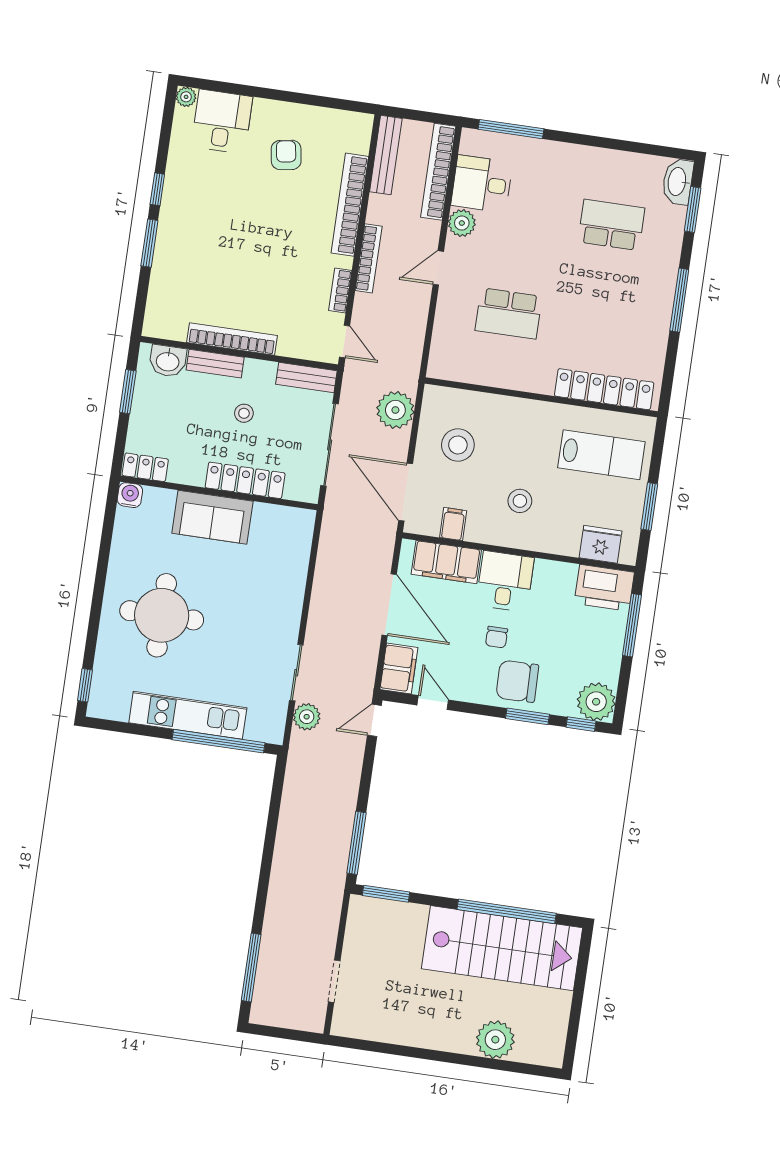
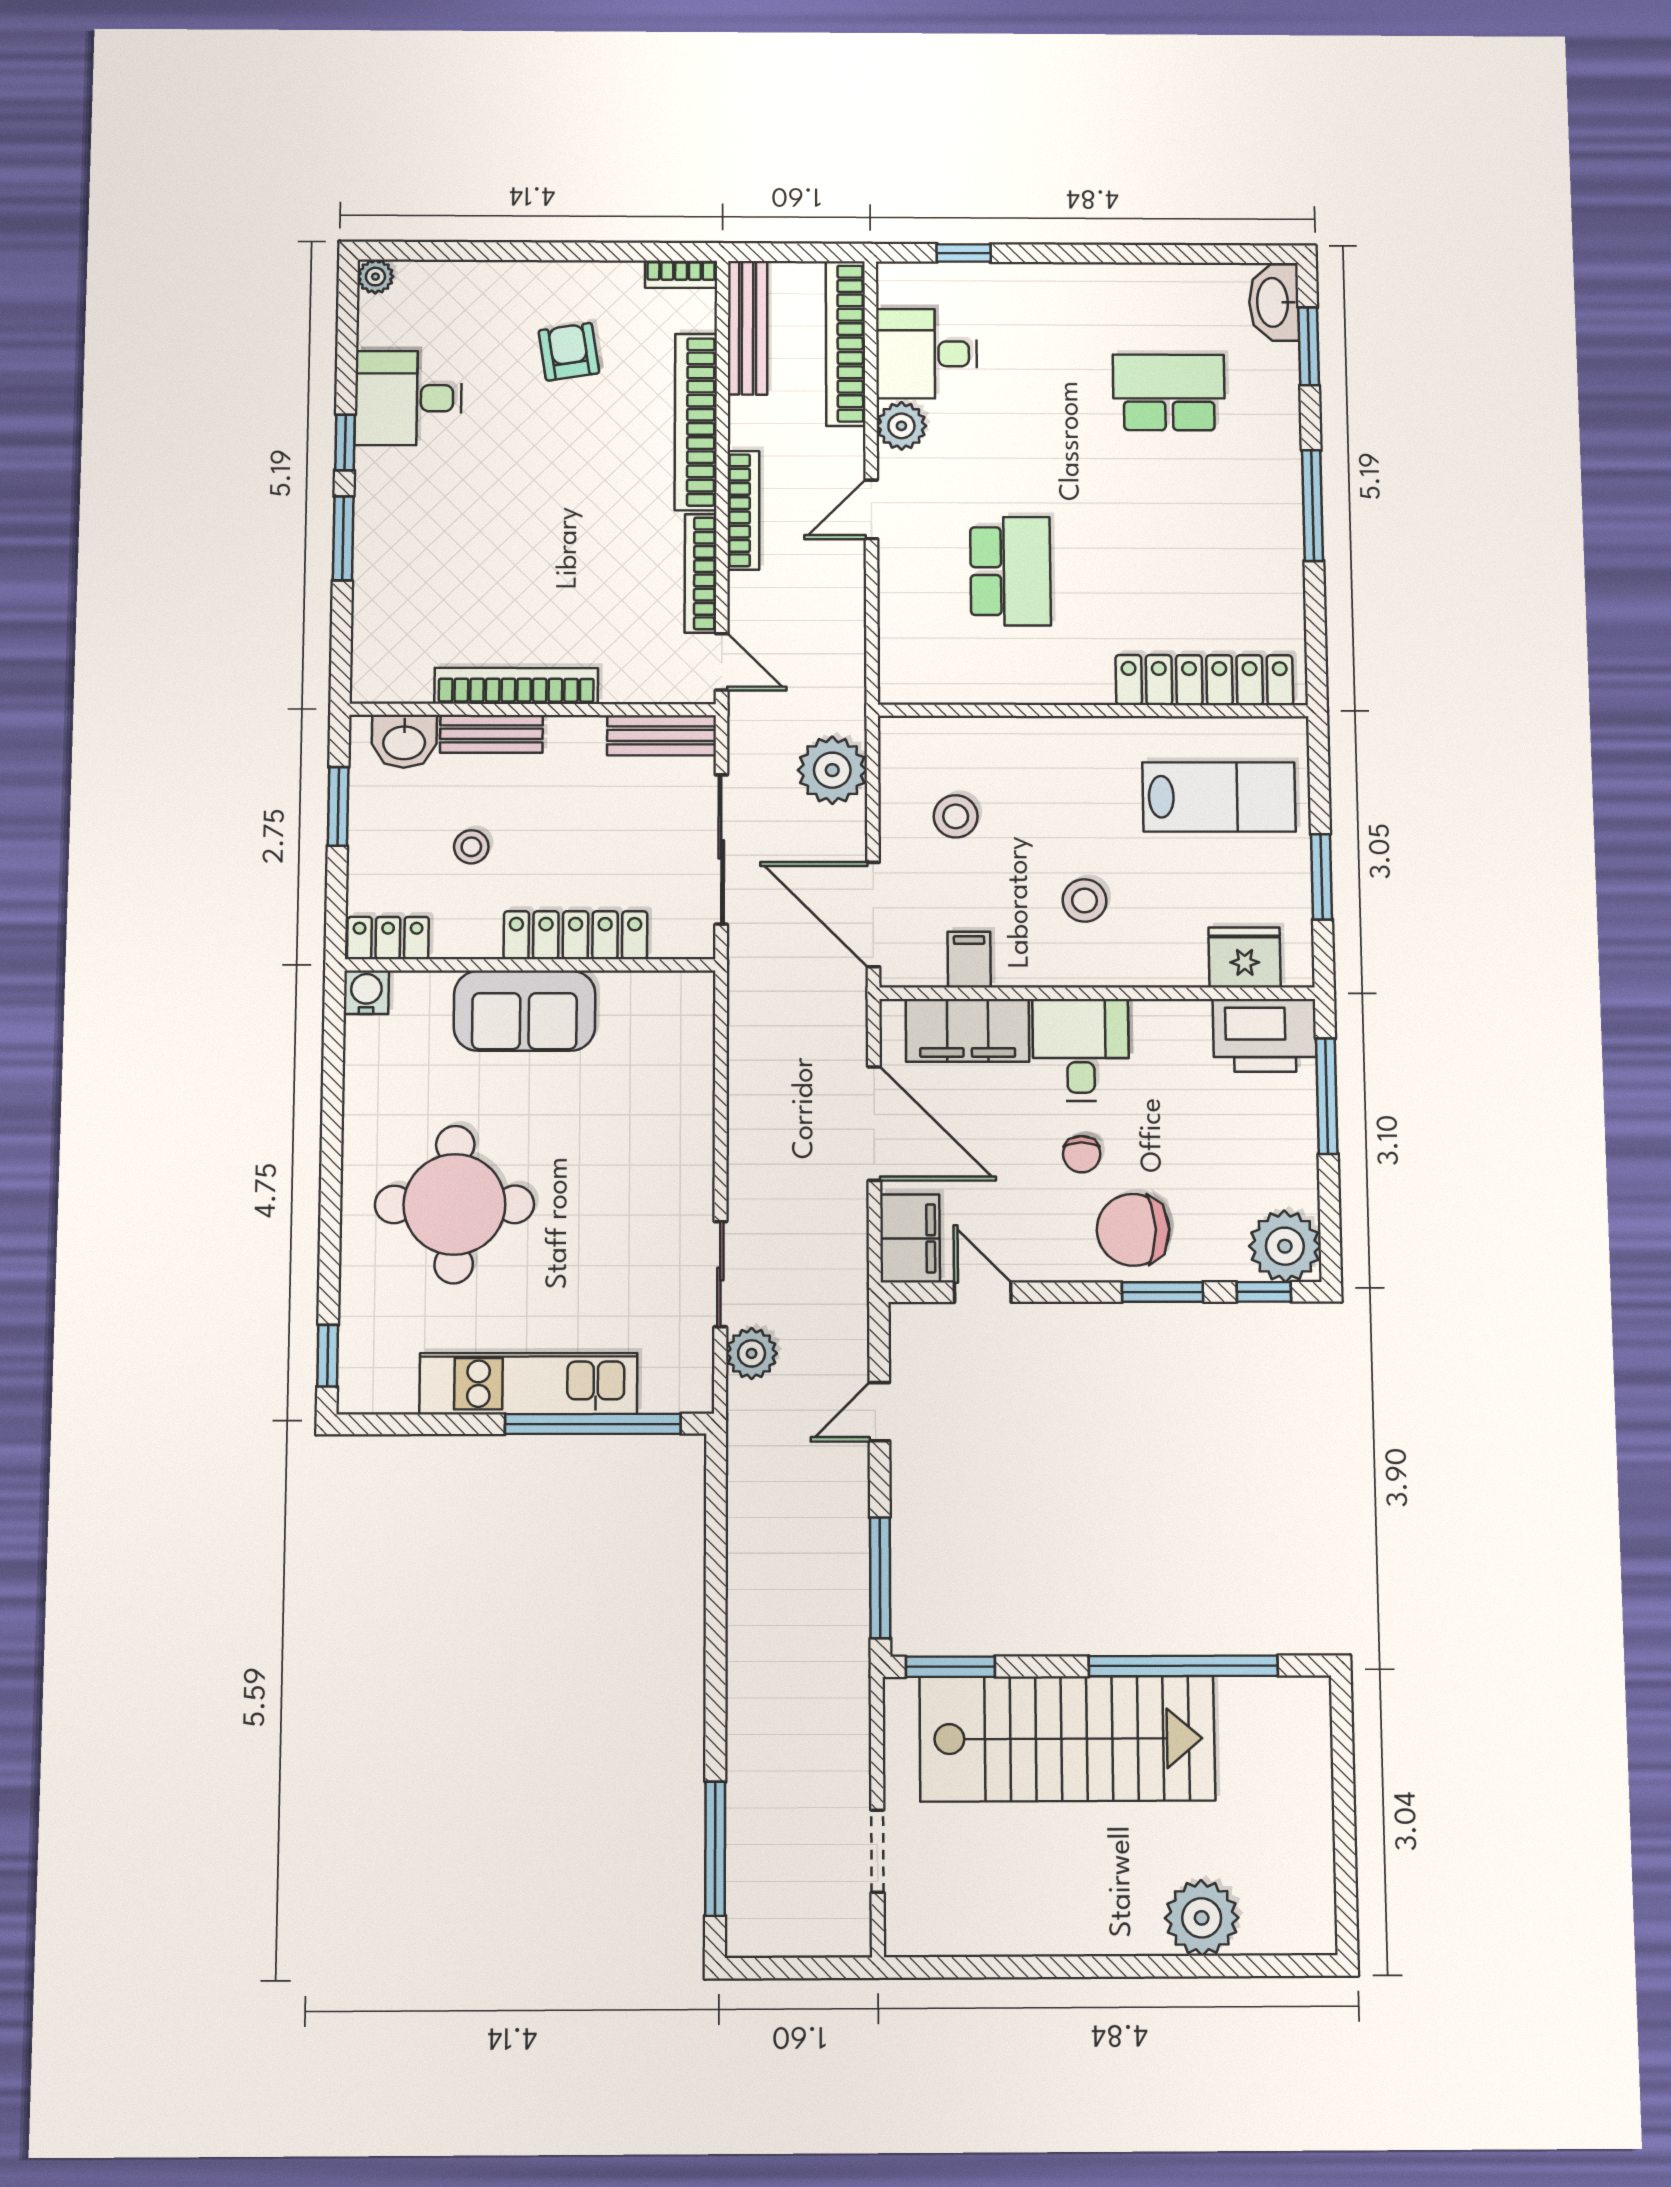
bookcase: (354, 119) -> (681, 274), added
desk: (222, 122) -> (408, 398), moved, turned -90
window: (511, 129) -> (964, 253), width x0.46
bookcase: (340, 290) -> (701, 573), width x1.56
school desk: (509, 313) -> (1010, 571), turned -90
stool: (244, 413) -> (471, 847), moved
stool: (458, 445) -> (956, 816), width x0.73, depth x0.73
door: (374, 720) -> (879, 1412), moved
stairs: (502, 948) -> (1067, 1739), moved

